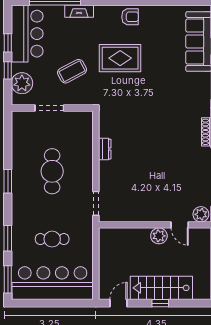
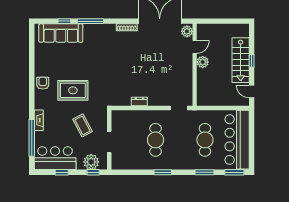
rug: (120, 58) -> (73, 90), turned 90
window: (8, 70) -> (93, 172), moved
cafe table: (52, 171) -> (156, 140), turned 90
cafe table: (52, 239) -> (205, 140), width x1.37, depth x1.35

